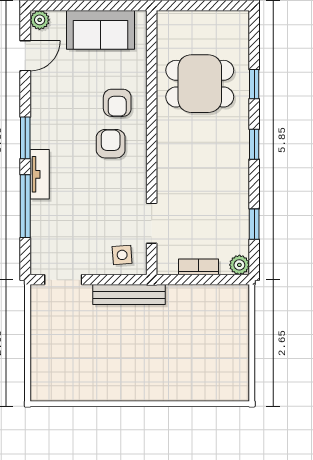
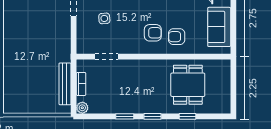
window: (254, 224) -> (125, 116), moved
side table: (122, 255) -> (104, 18), moved
bench: (129, 295) -> (65, 84), moved

